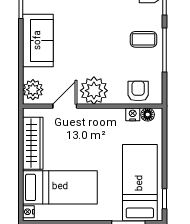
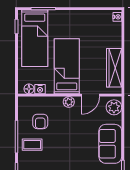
plant: (94, 91) -> (69, 102), width x0.53, depth x0.53
armchair: (138, 91) -> (40, 121), moved
bed: (60, 187) -> (67, 66), moved, turned 90

